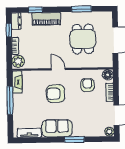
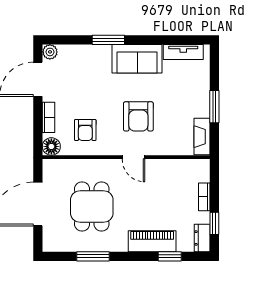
plant: (18, 61) -> (200, 171), removed
armchair: (56, 94) -> (138, 116), turned 90
window: (10, 100) -> (214, 107), width x0.69

